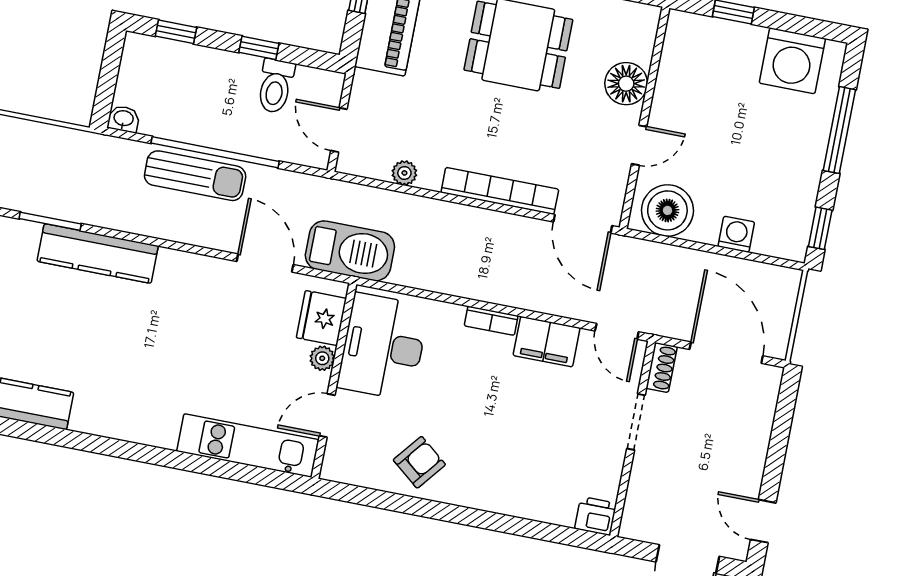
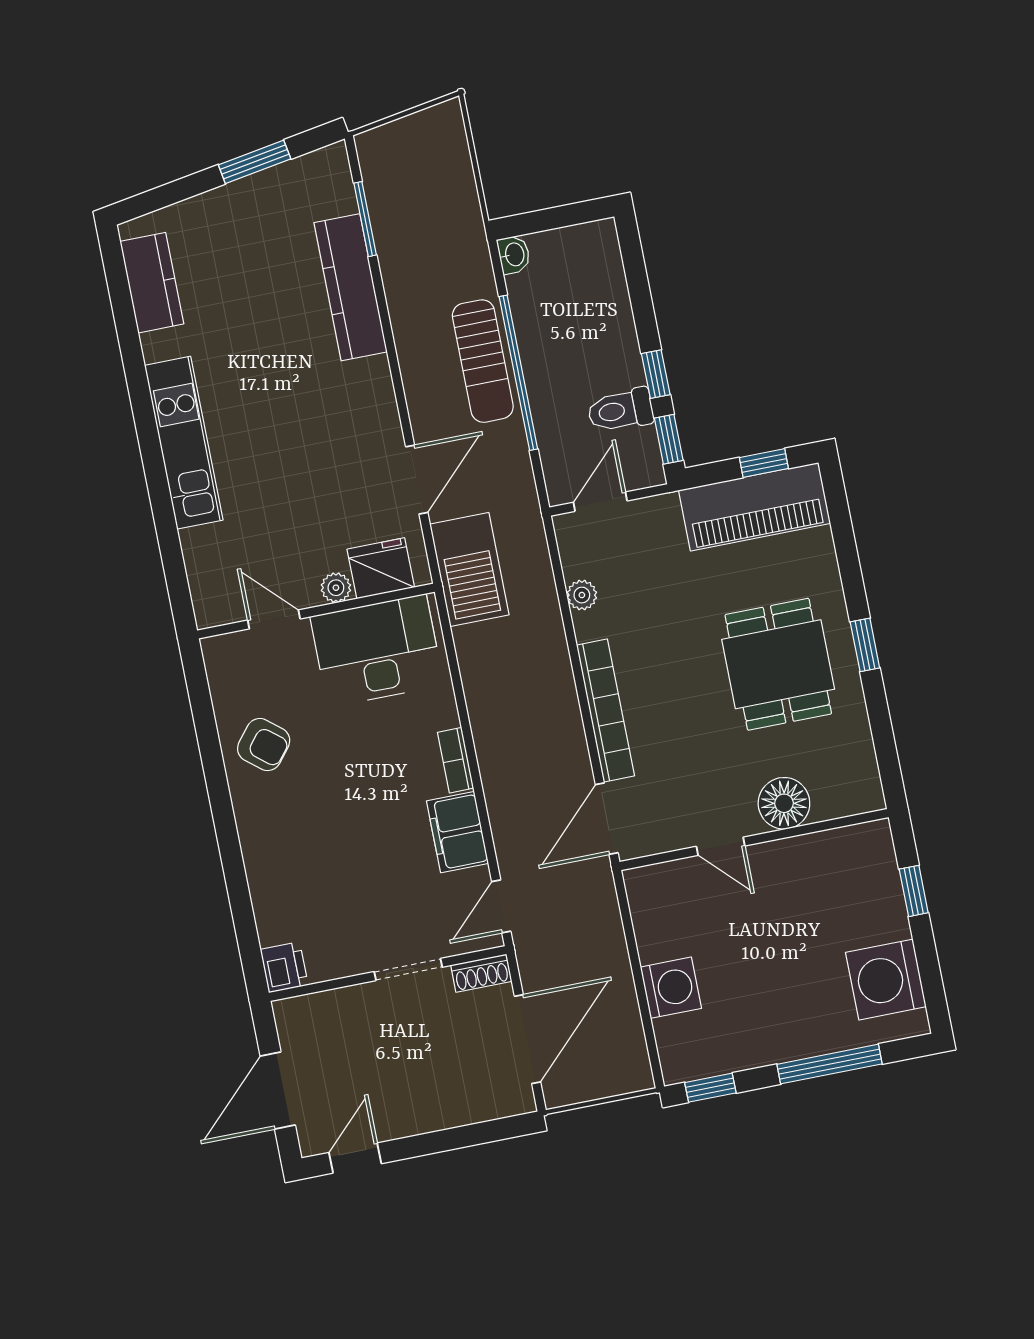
window: (176, 32) -> (669, 439), moved
boiler: (667, 210) -> (660, 908), removed
washing machine: (736, 234) -> (671, 988), width x1.38, depth x1.38
kitchen unit: (248, 446) -> (184, 443), moved

